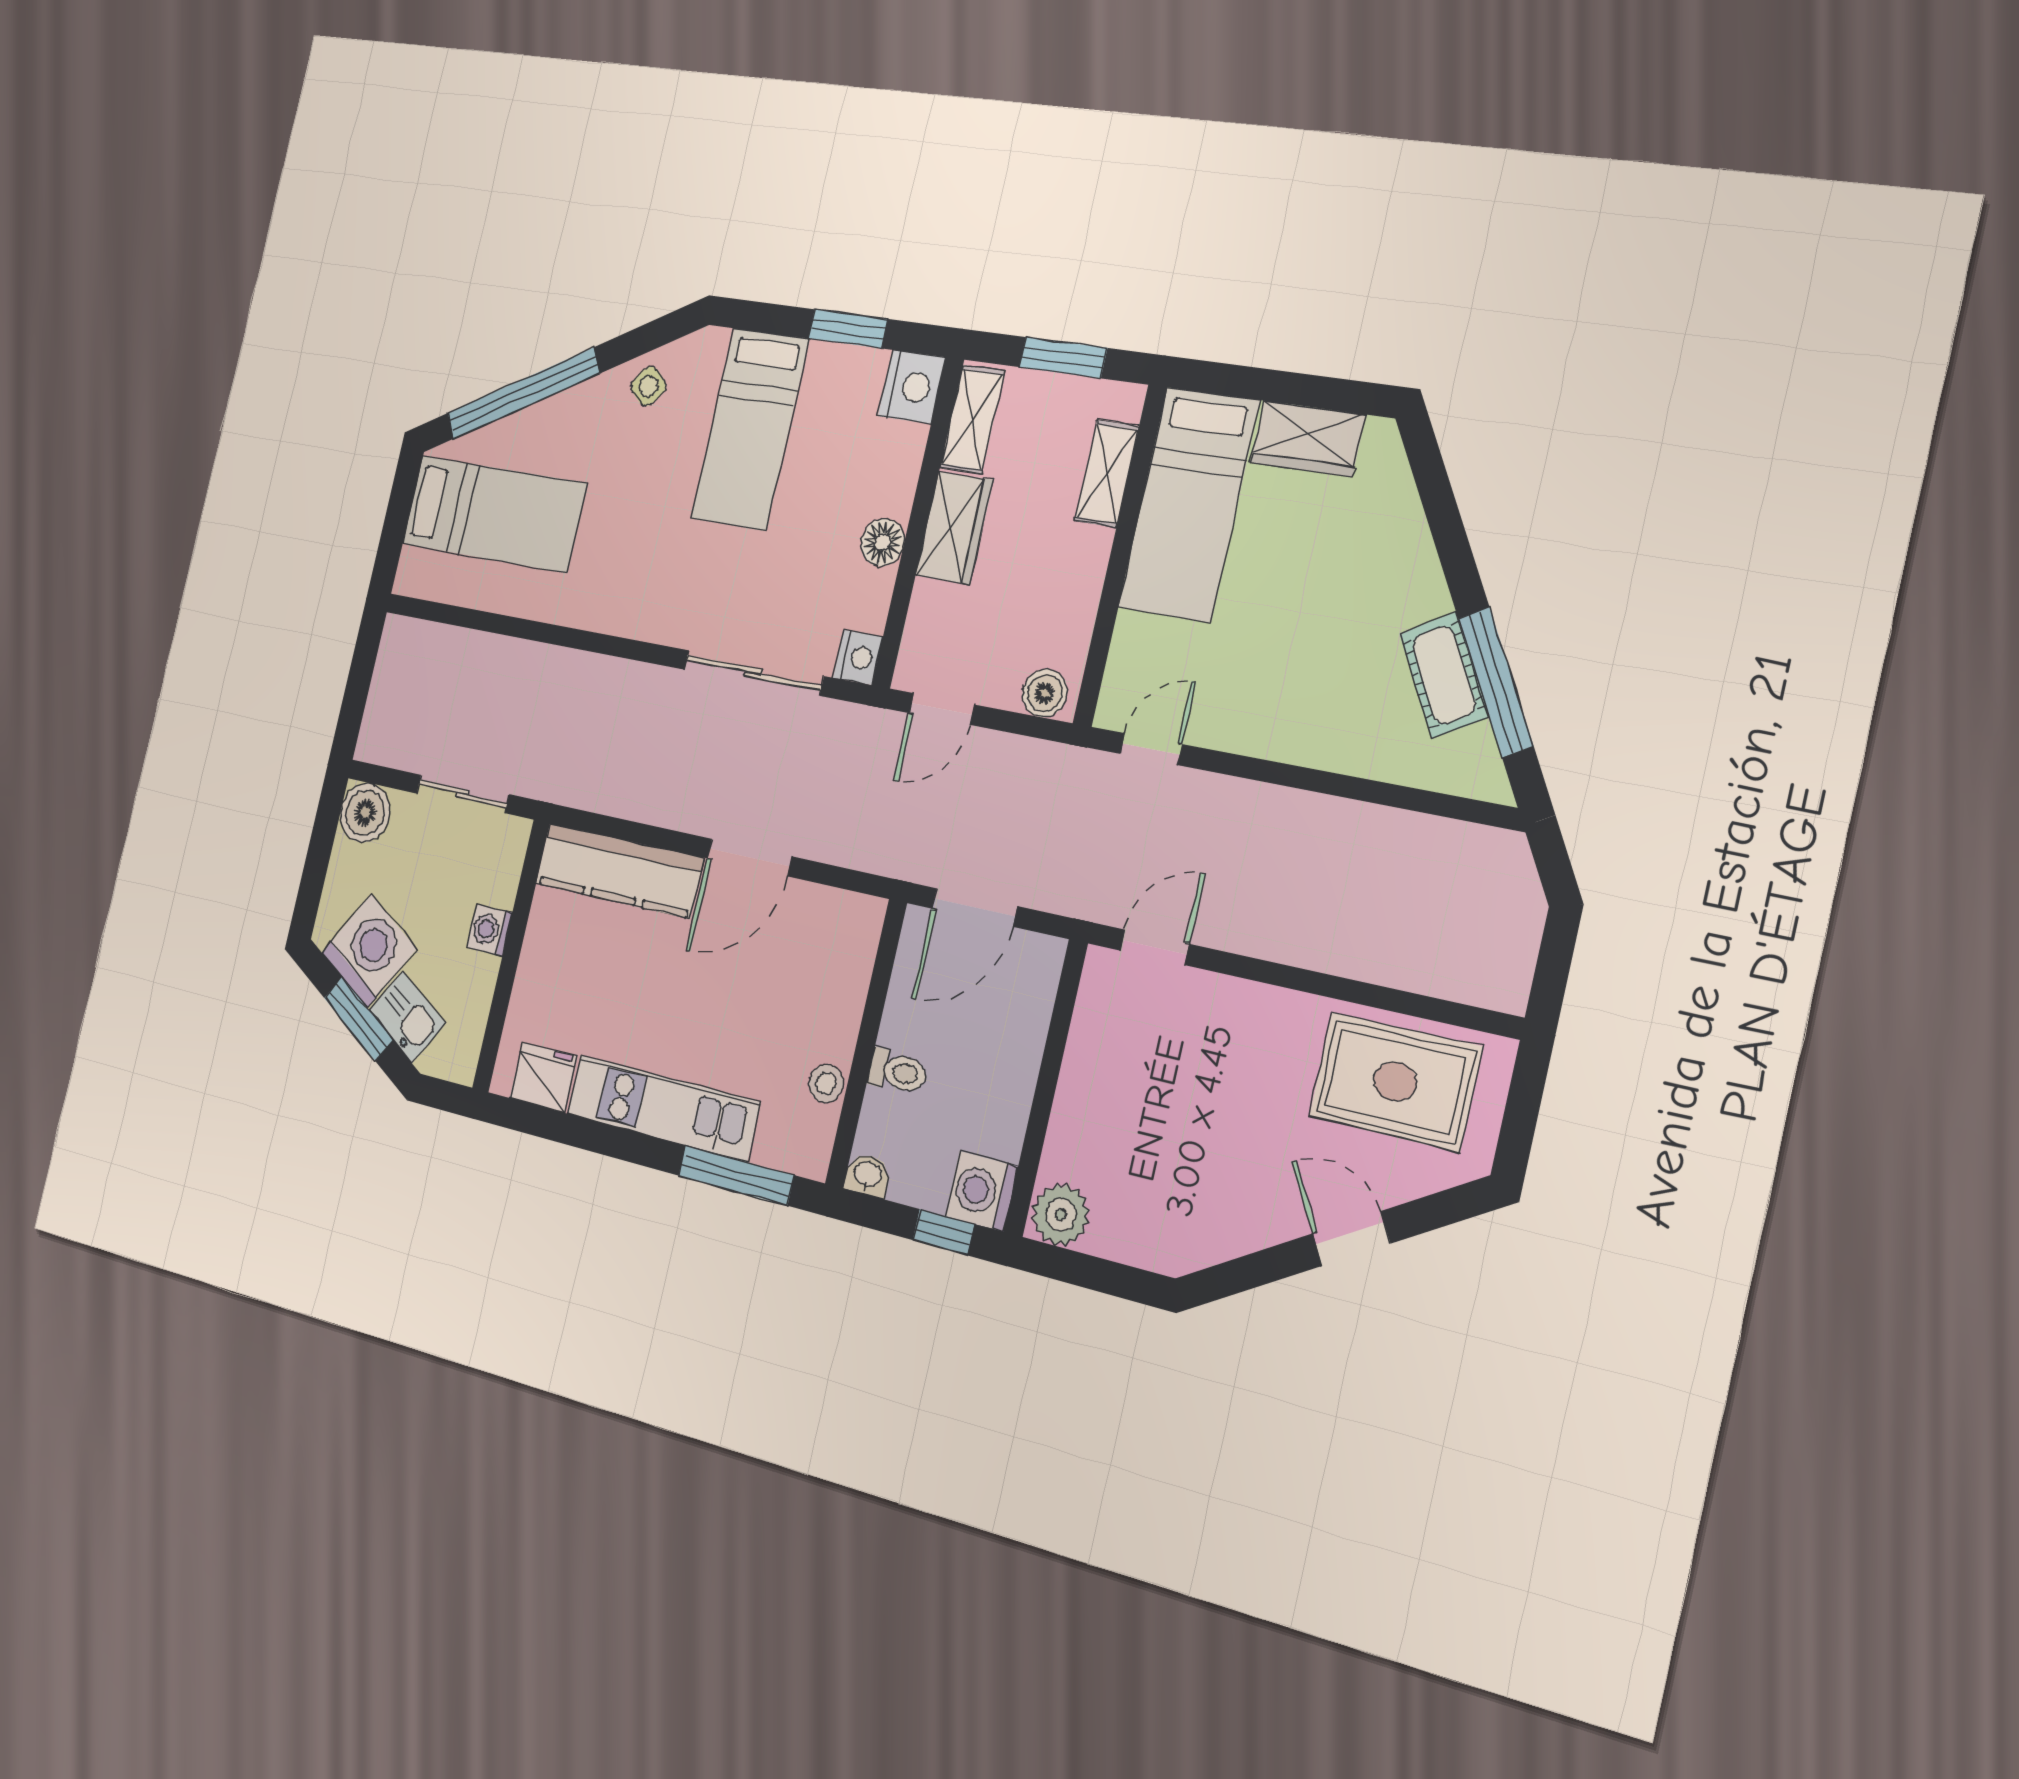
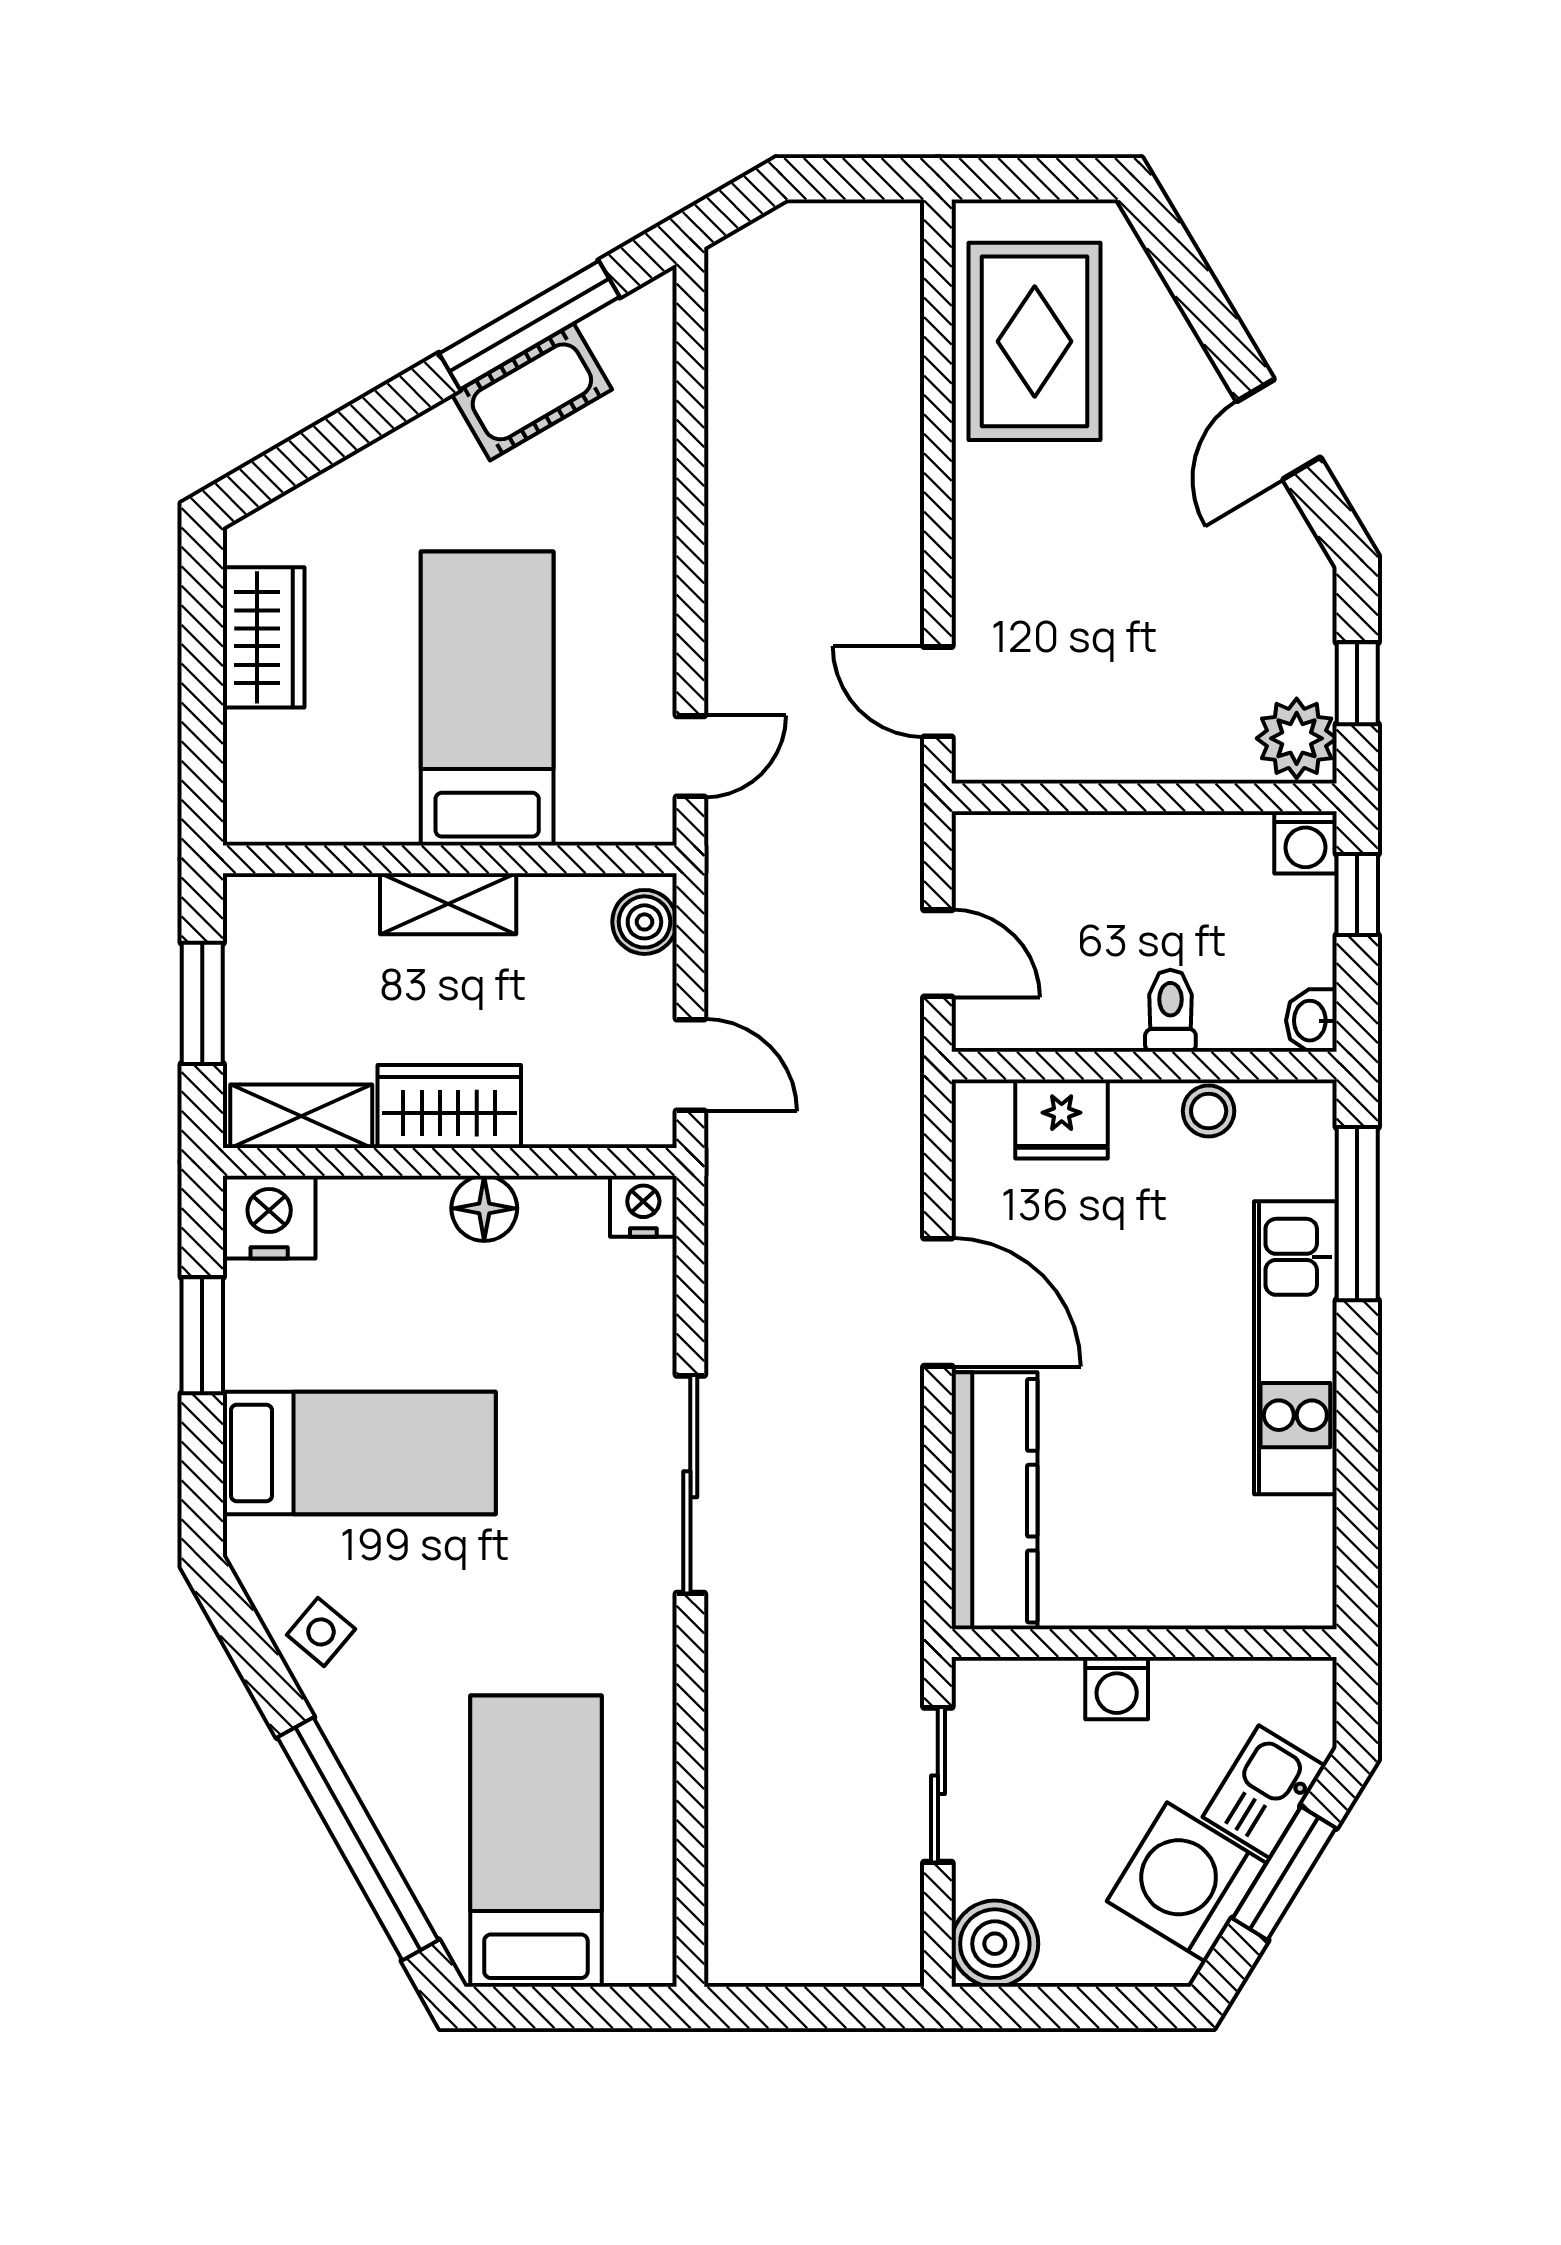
shelving: (1107, 474) -> (448, 904), moved
bed: (1189, 504) -> (487, 698), moved, turned -90
sliding door: (754, 673) -> (690, 1484), moved
door: (1151, 749) -> (690, 756), swing flipped
door: (975, 907) -> (938, 953), width x0.73
fridge: (543, 1077) -> (1062, 1119), moved, turned -90
washing machine: (982, 1191) -> (1305, 842), width x0.73, depth x0.73
door: (1351, 1239) -> (1279, 429), moved
window: (1089, 1272) -> (1357, 683), added

